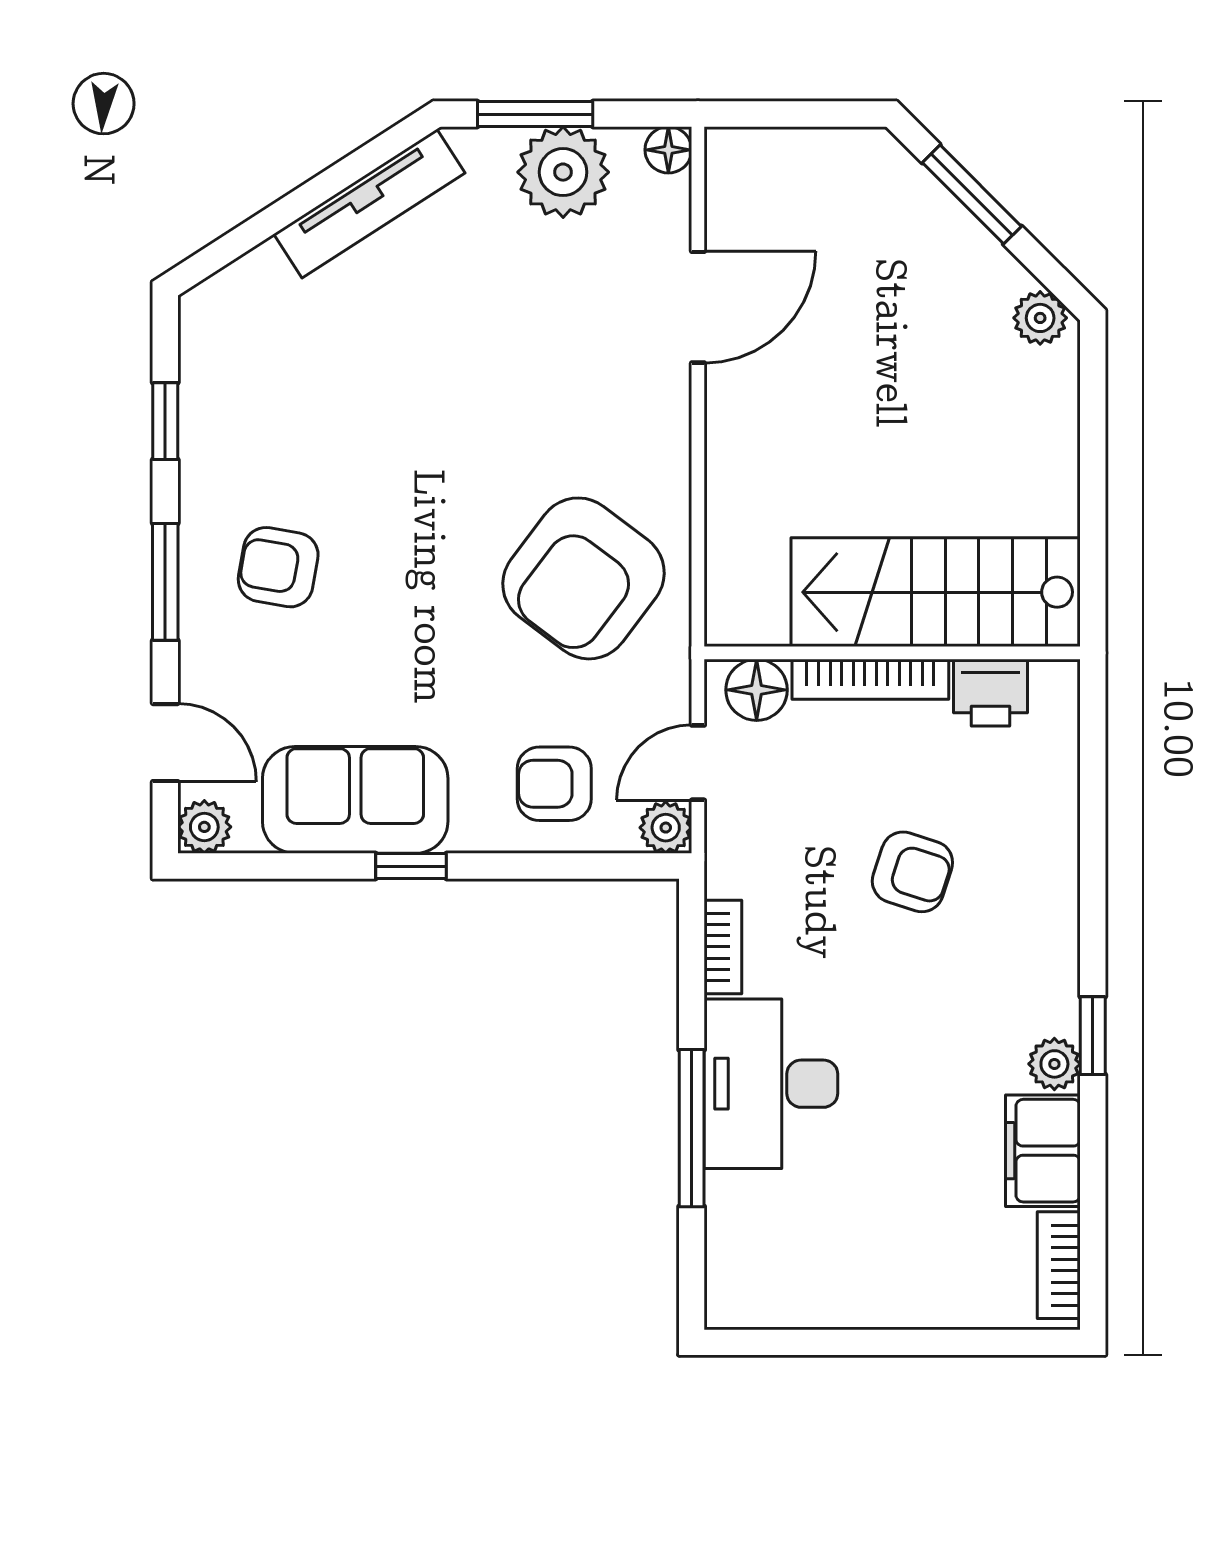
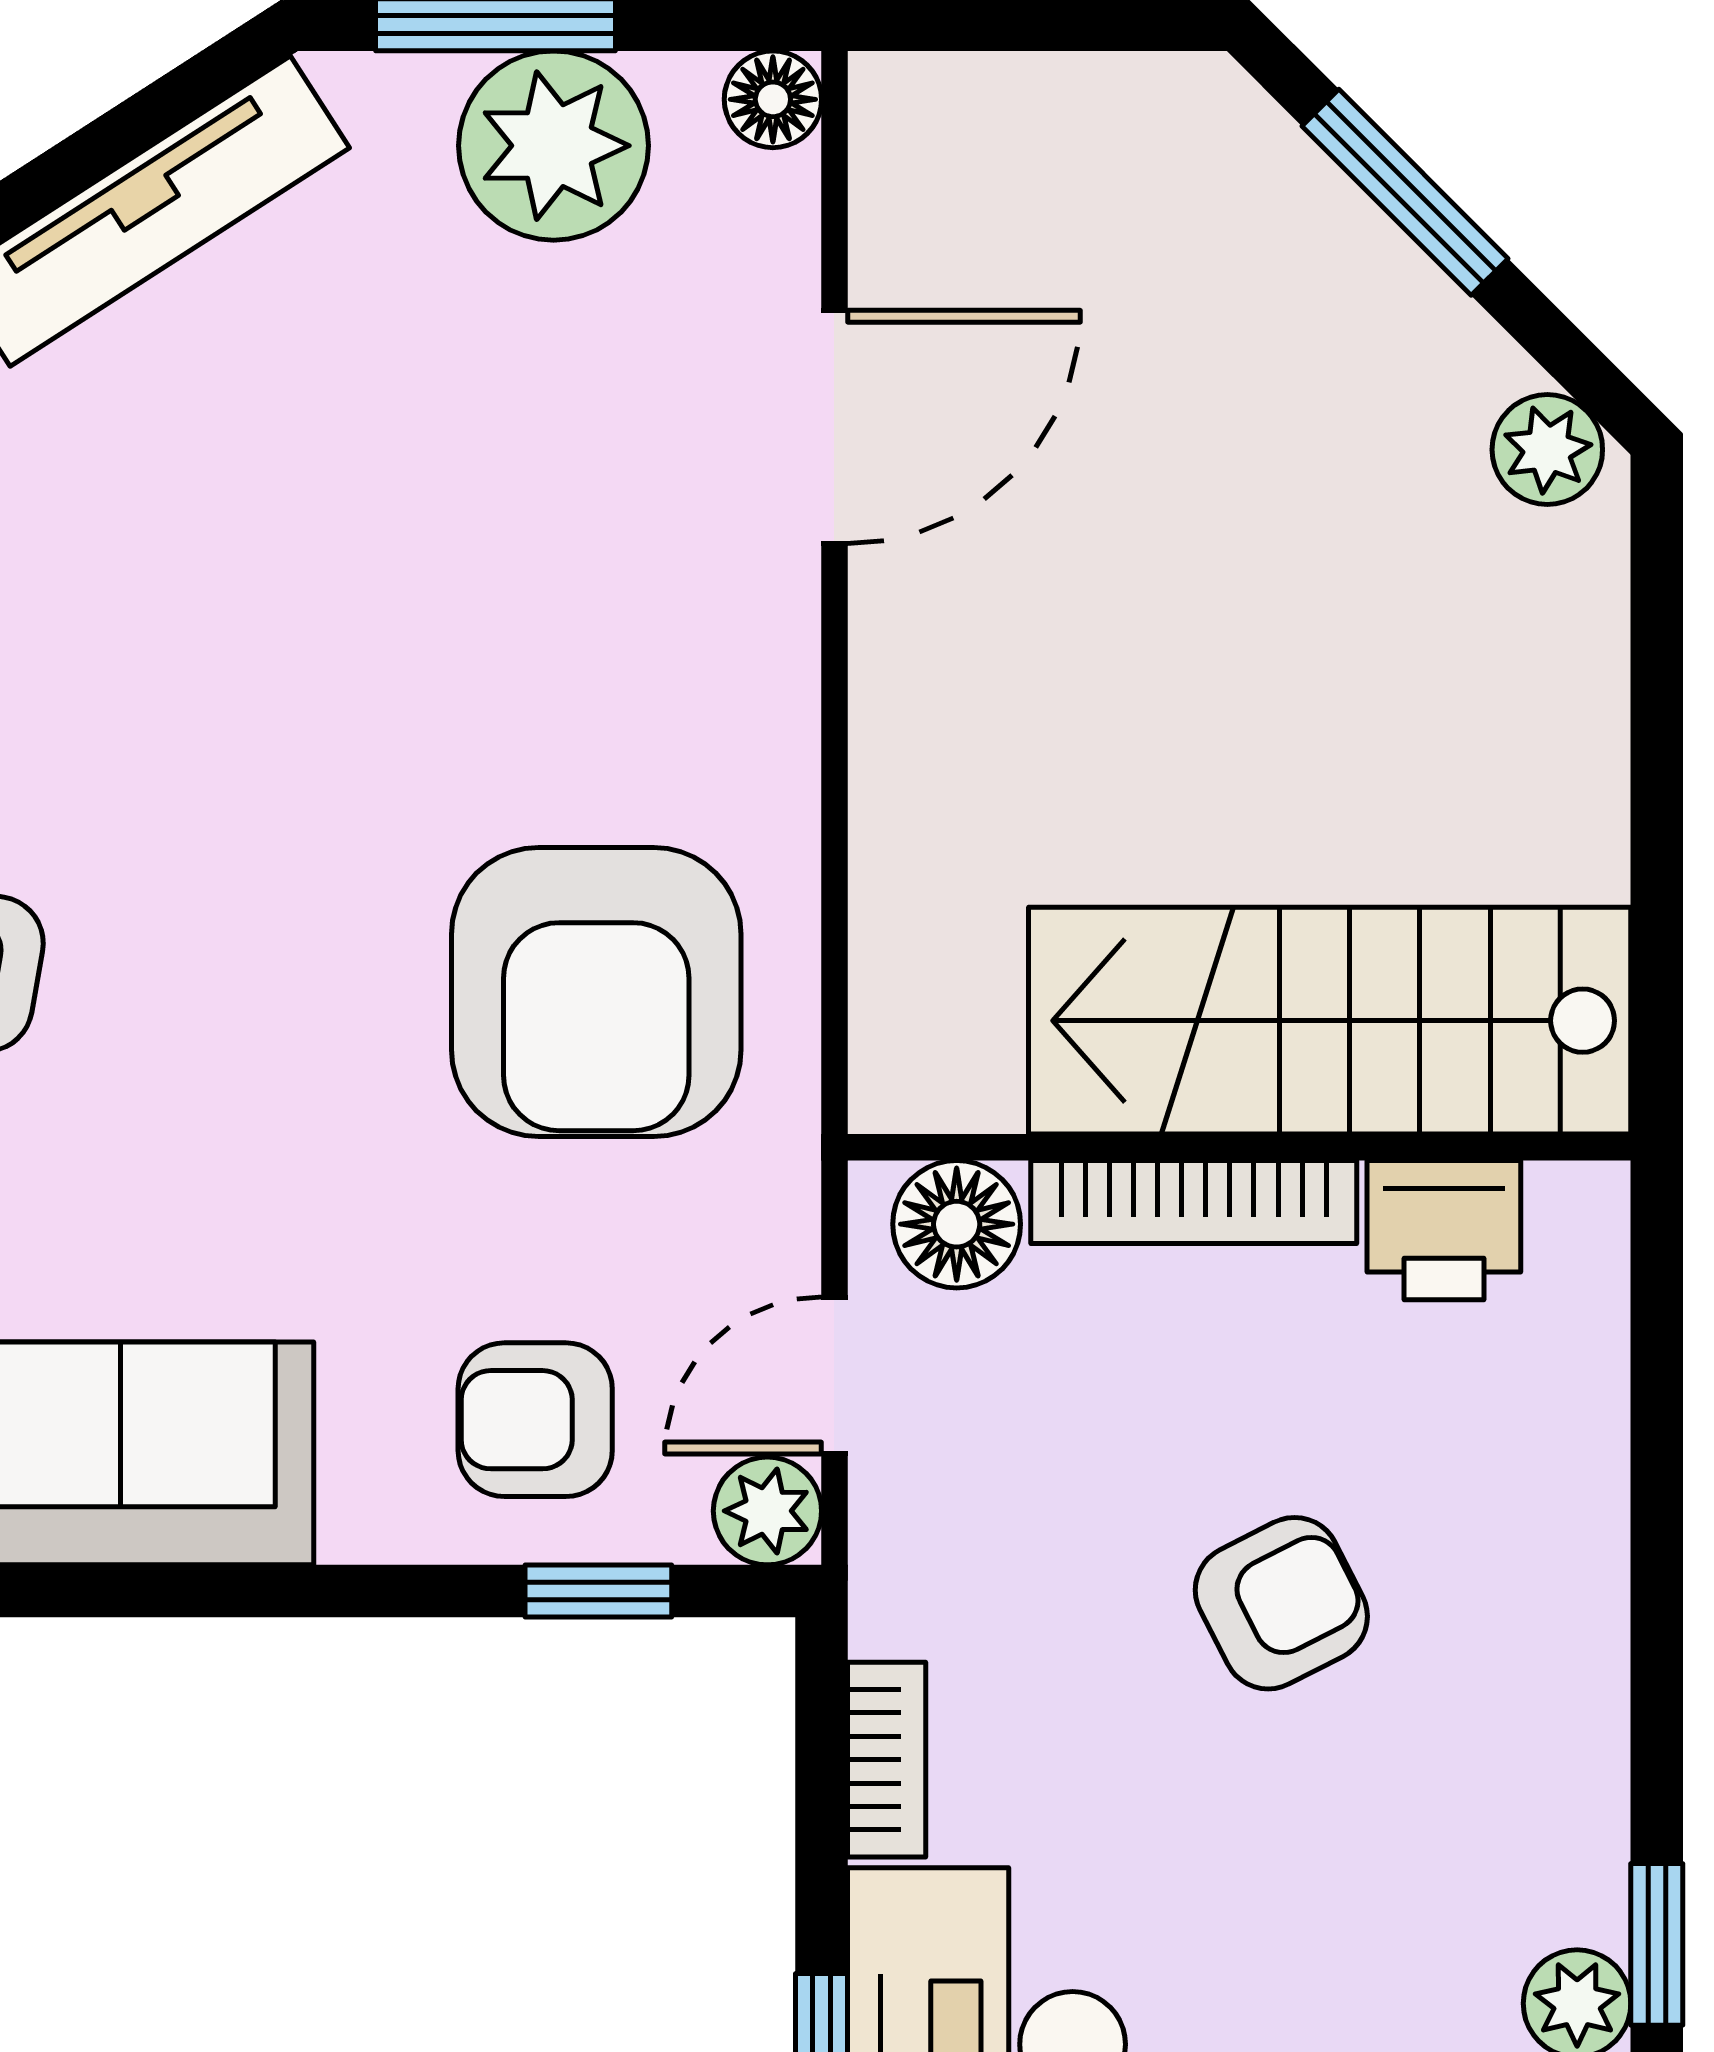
armchair: (584, 578) -> (596, 992), turned -37
window: (411, 866) -> (598, 1591), moved
armchair: (912, 872) -> (1281, 1603), turned -45

